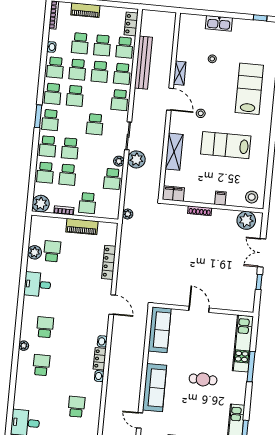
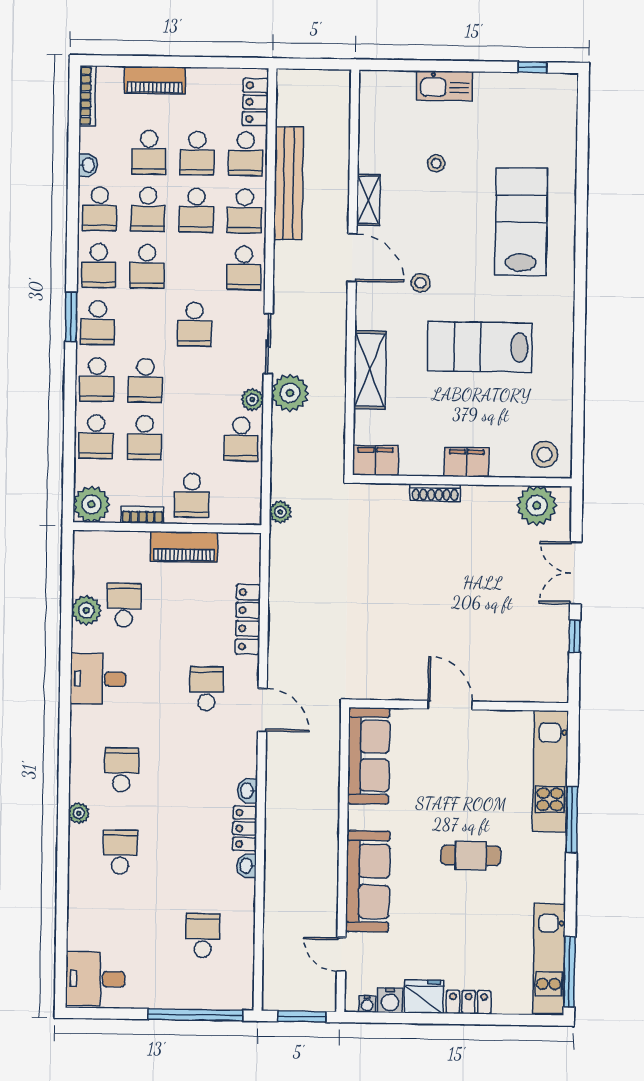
filing cabinet: (220, 198) -> (467, 462), width x2.00
school desk: (87, 293) -> (207, 689), added

